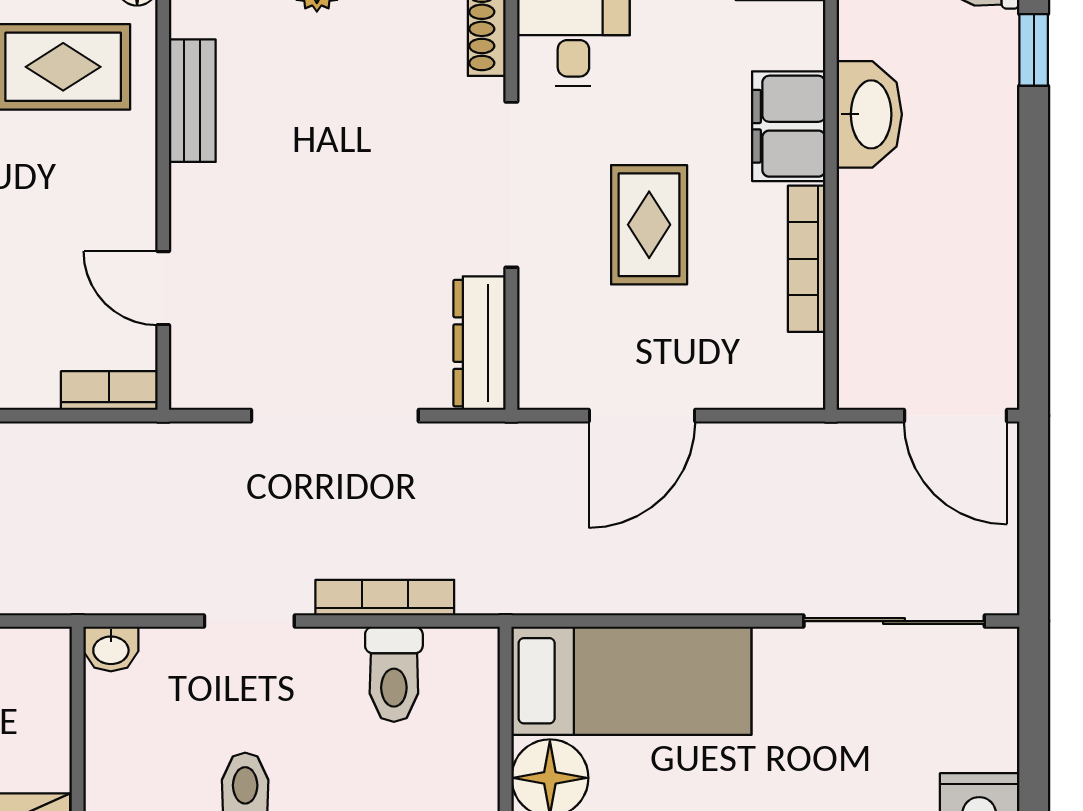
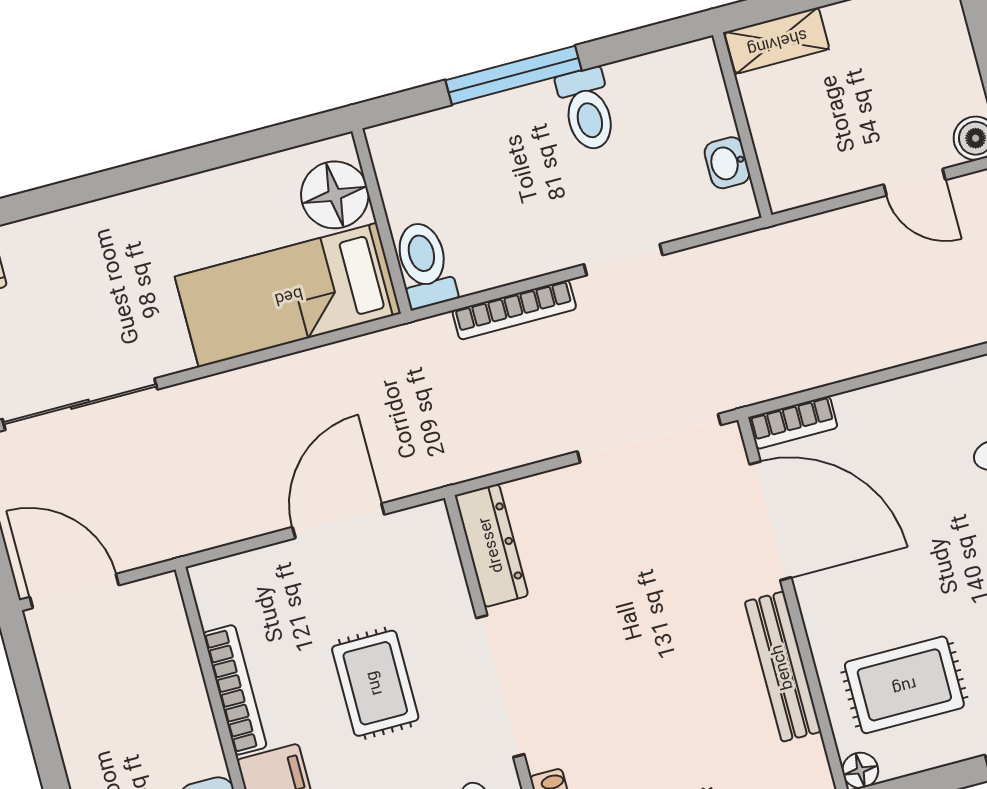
bench: (192, 101) -> (783, 667), width x1.36
door: (163, 288) -> (770, 521), width x1.87
doorway: (335, 416) -> (649, 438), moved
washbasin: (111, 649) -> (727, 163), moved, turned -90
toilet: (394, 674) -> (424, 265), moved

